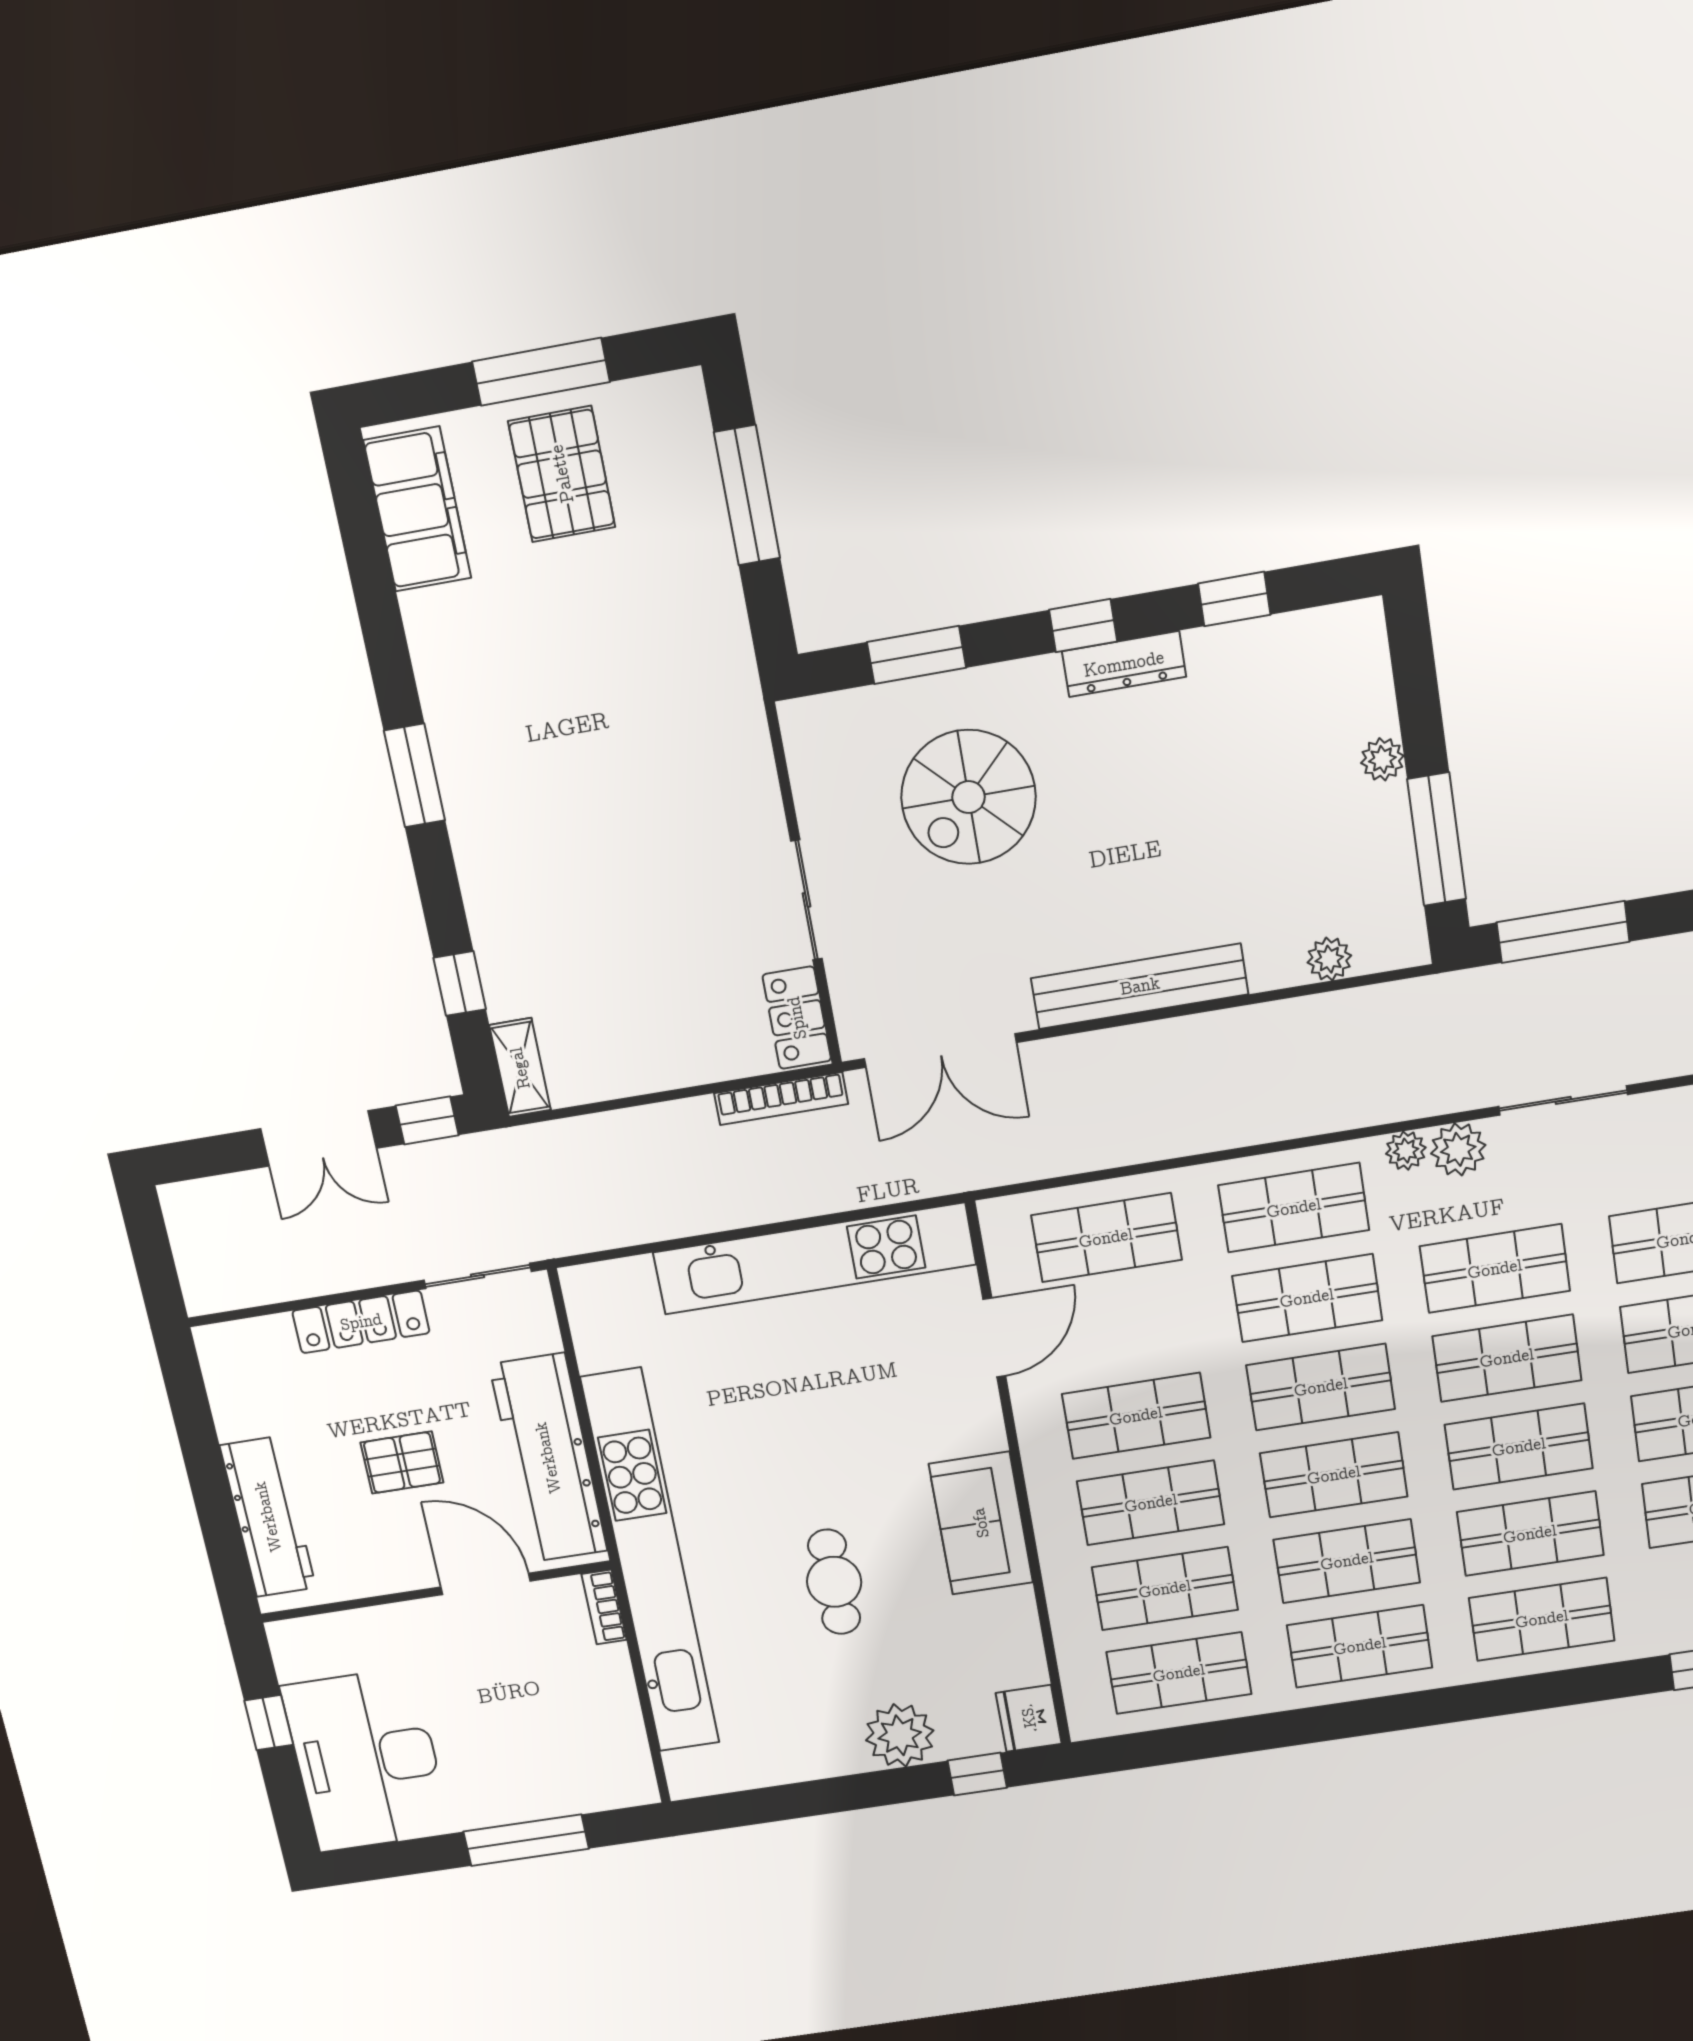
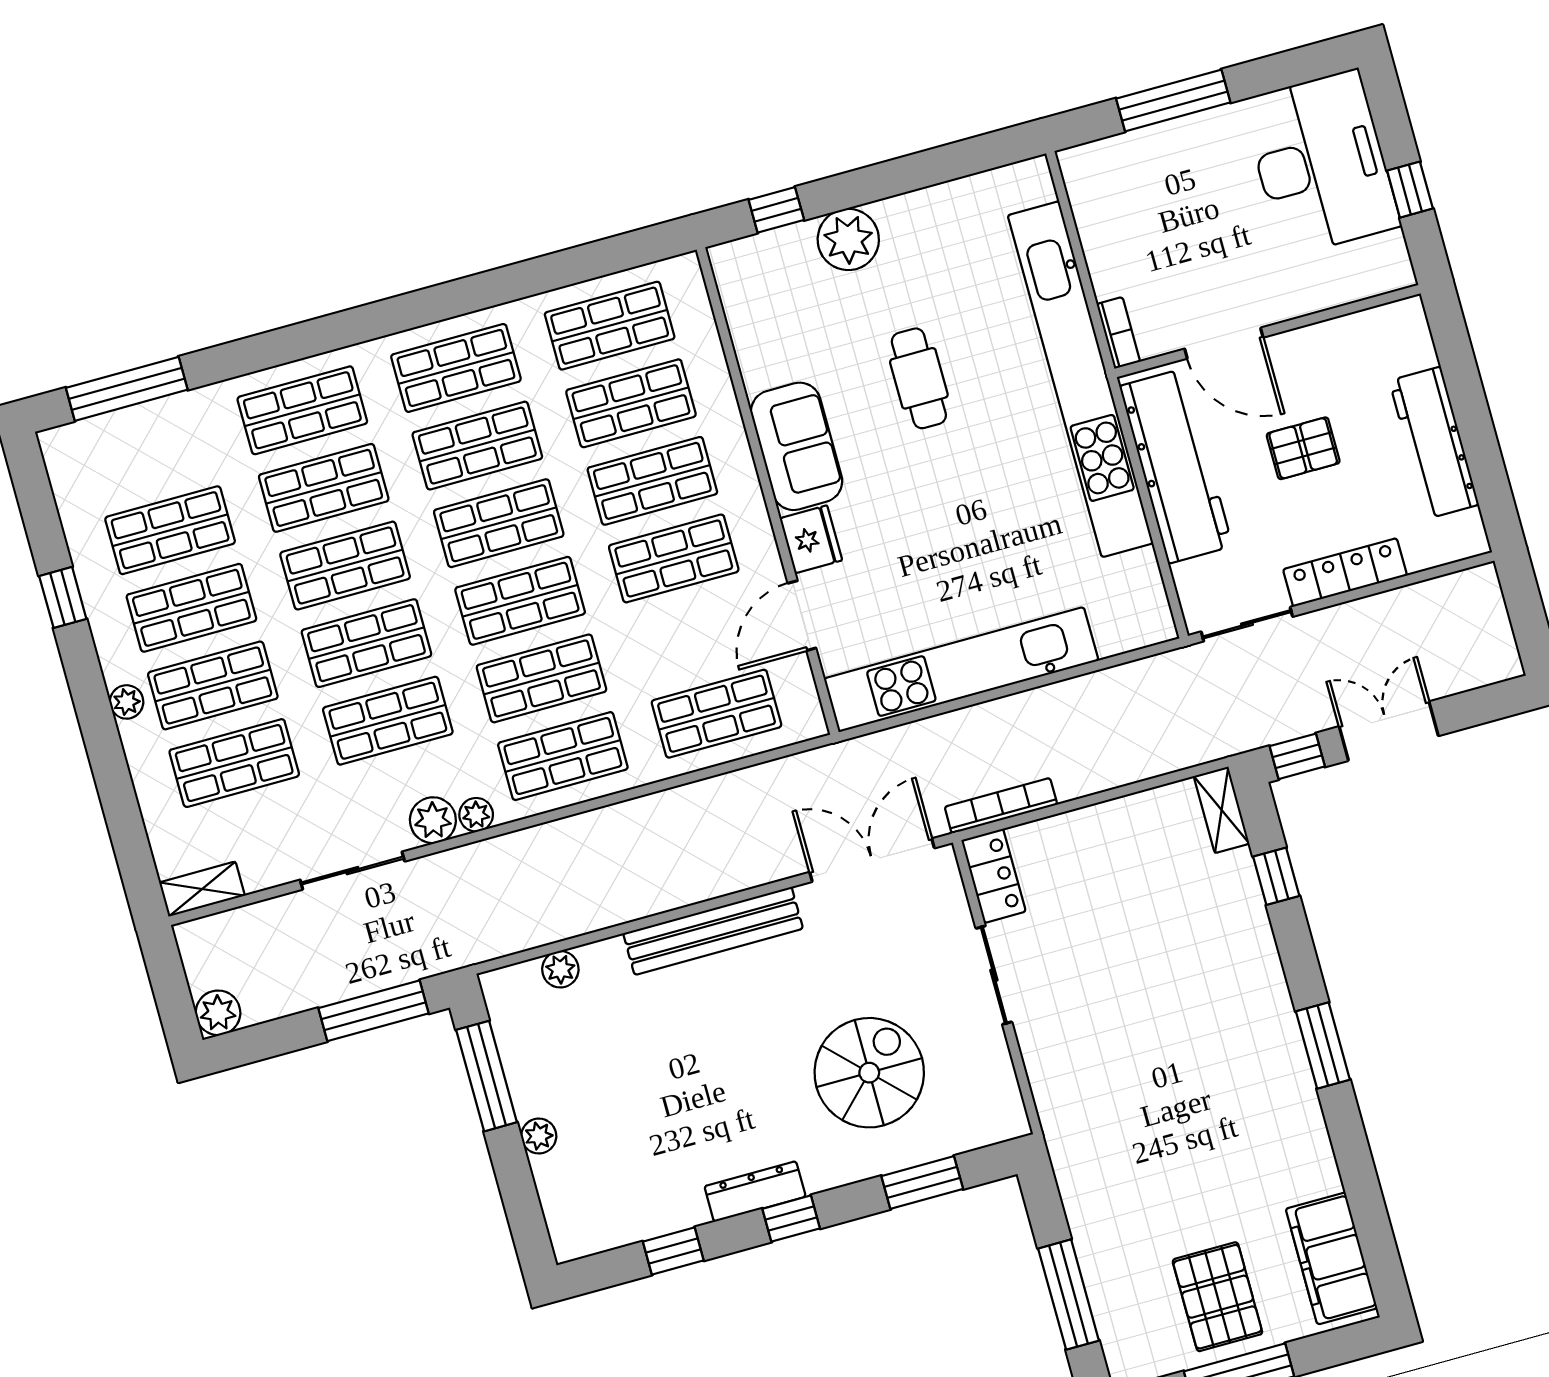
workbench: (268, 1517) -> (1434, 443), moved
fridge: (1029, 1718) -> (811, 539), moved

